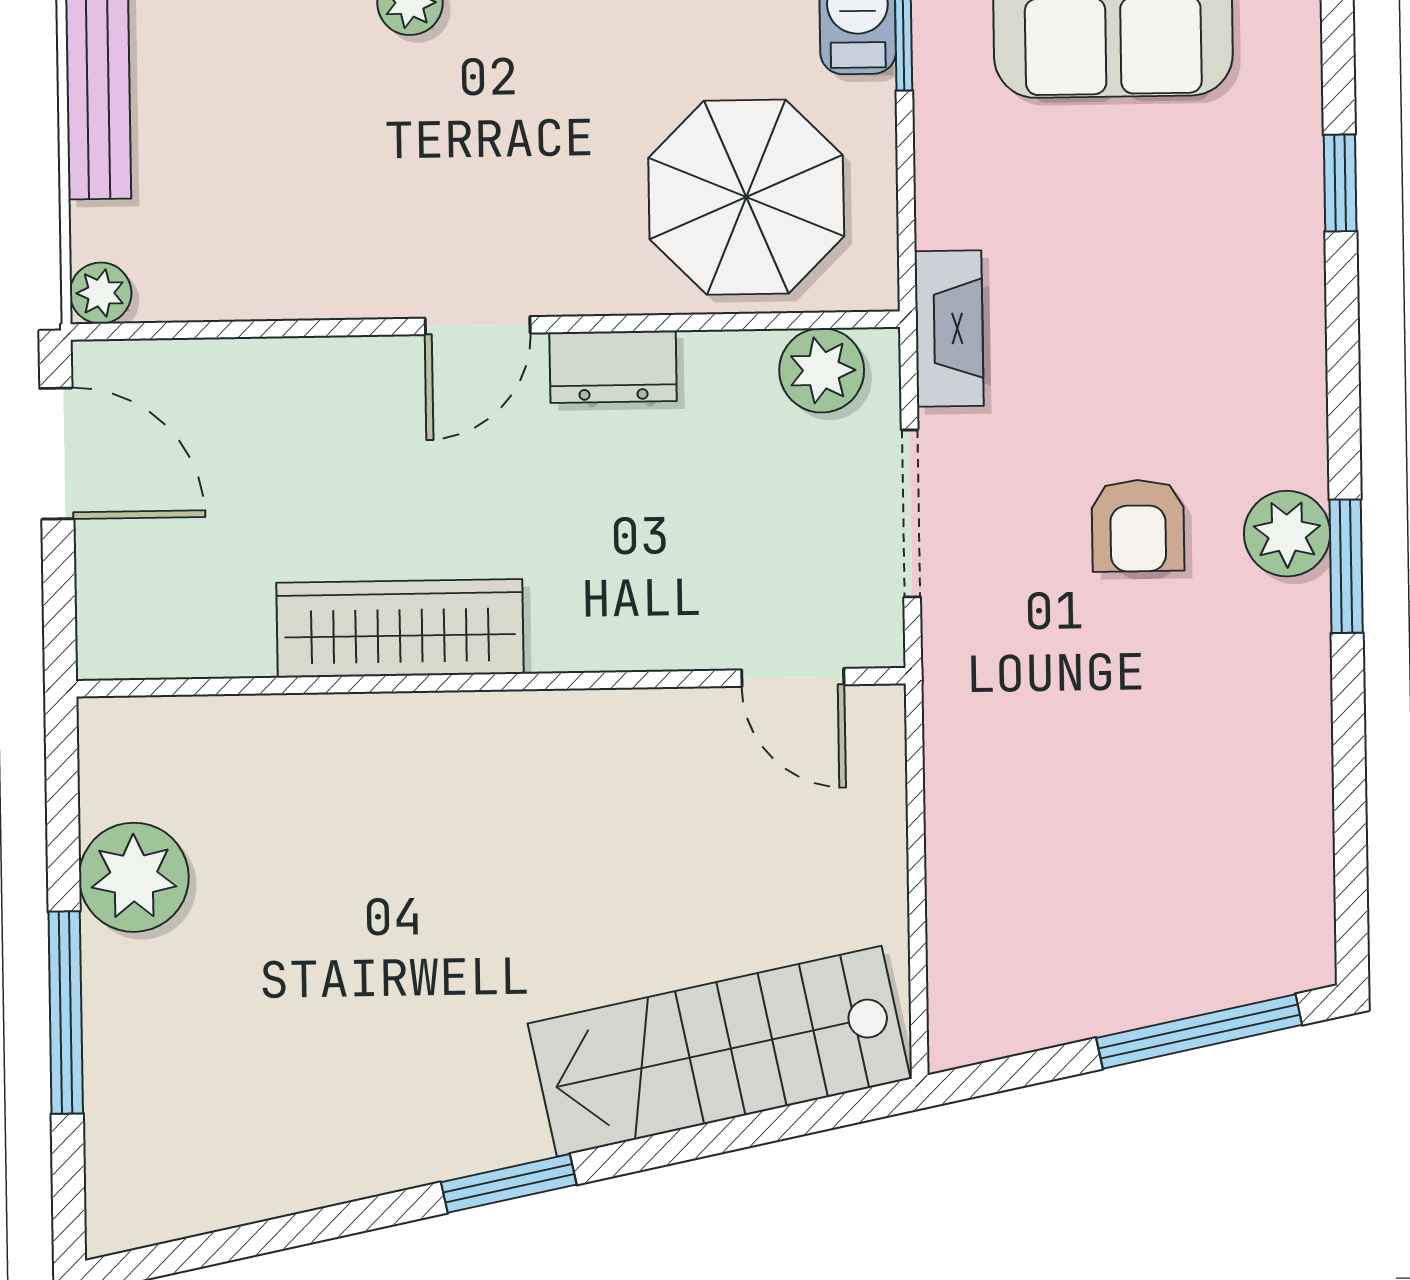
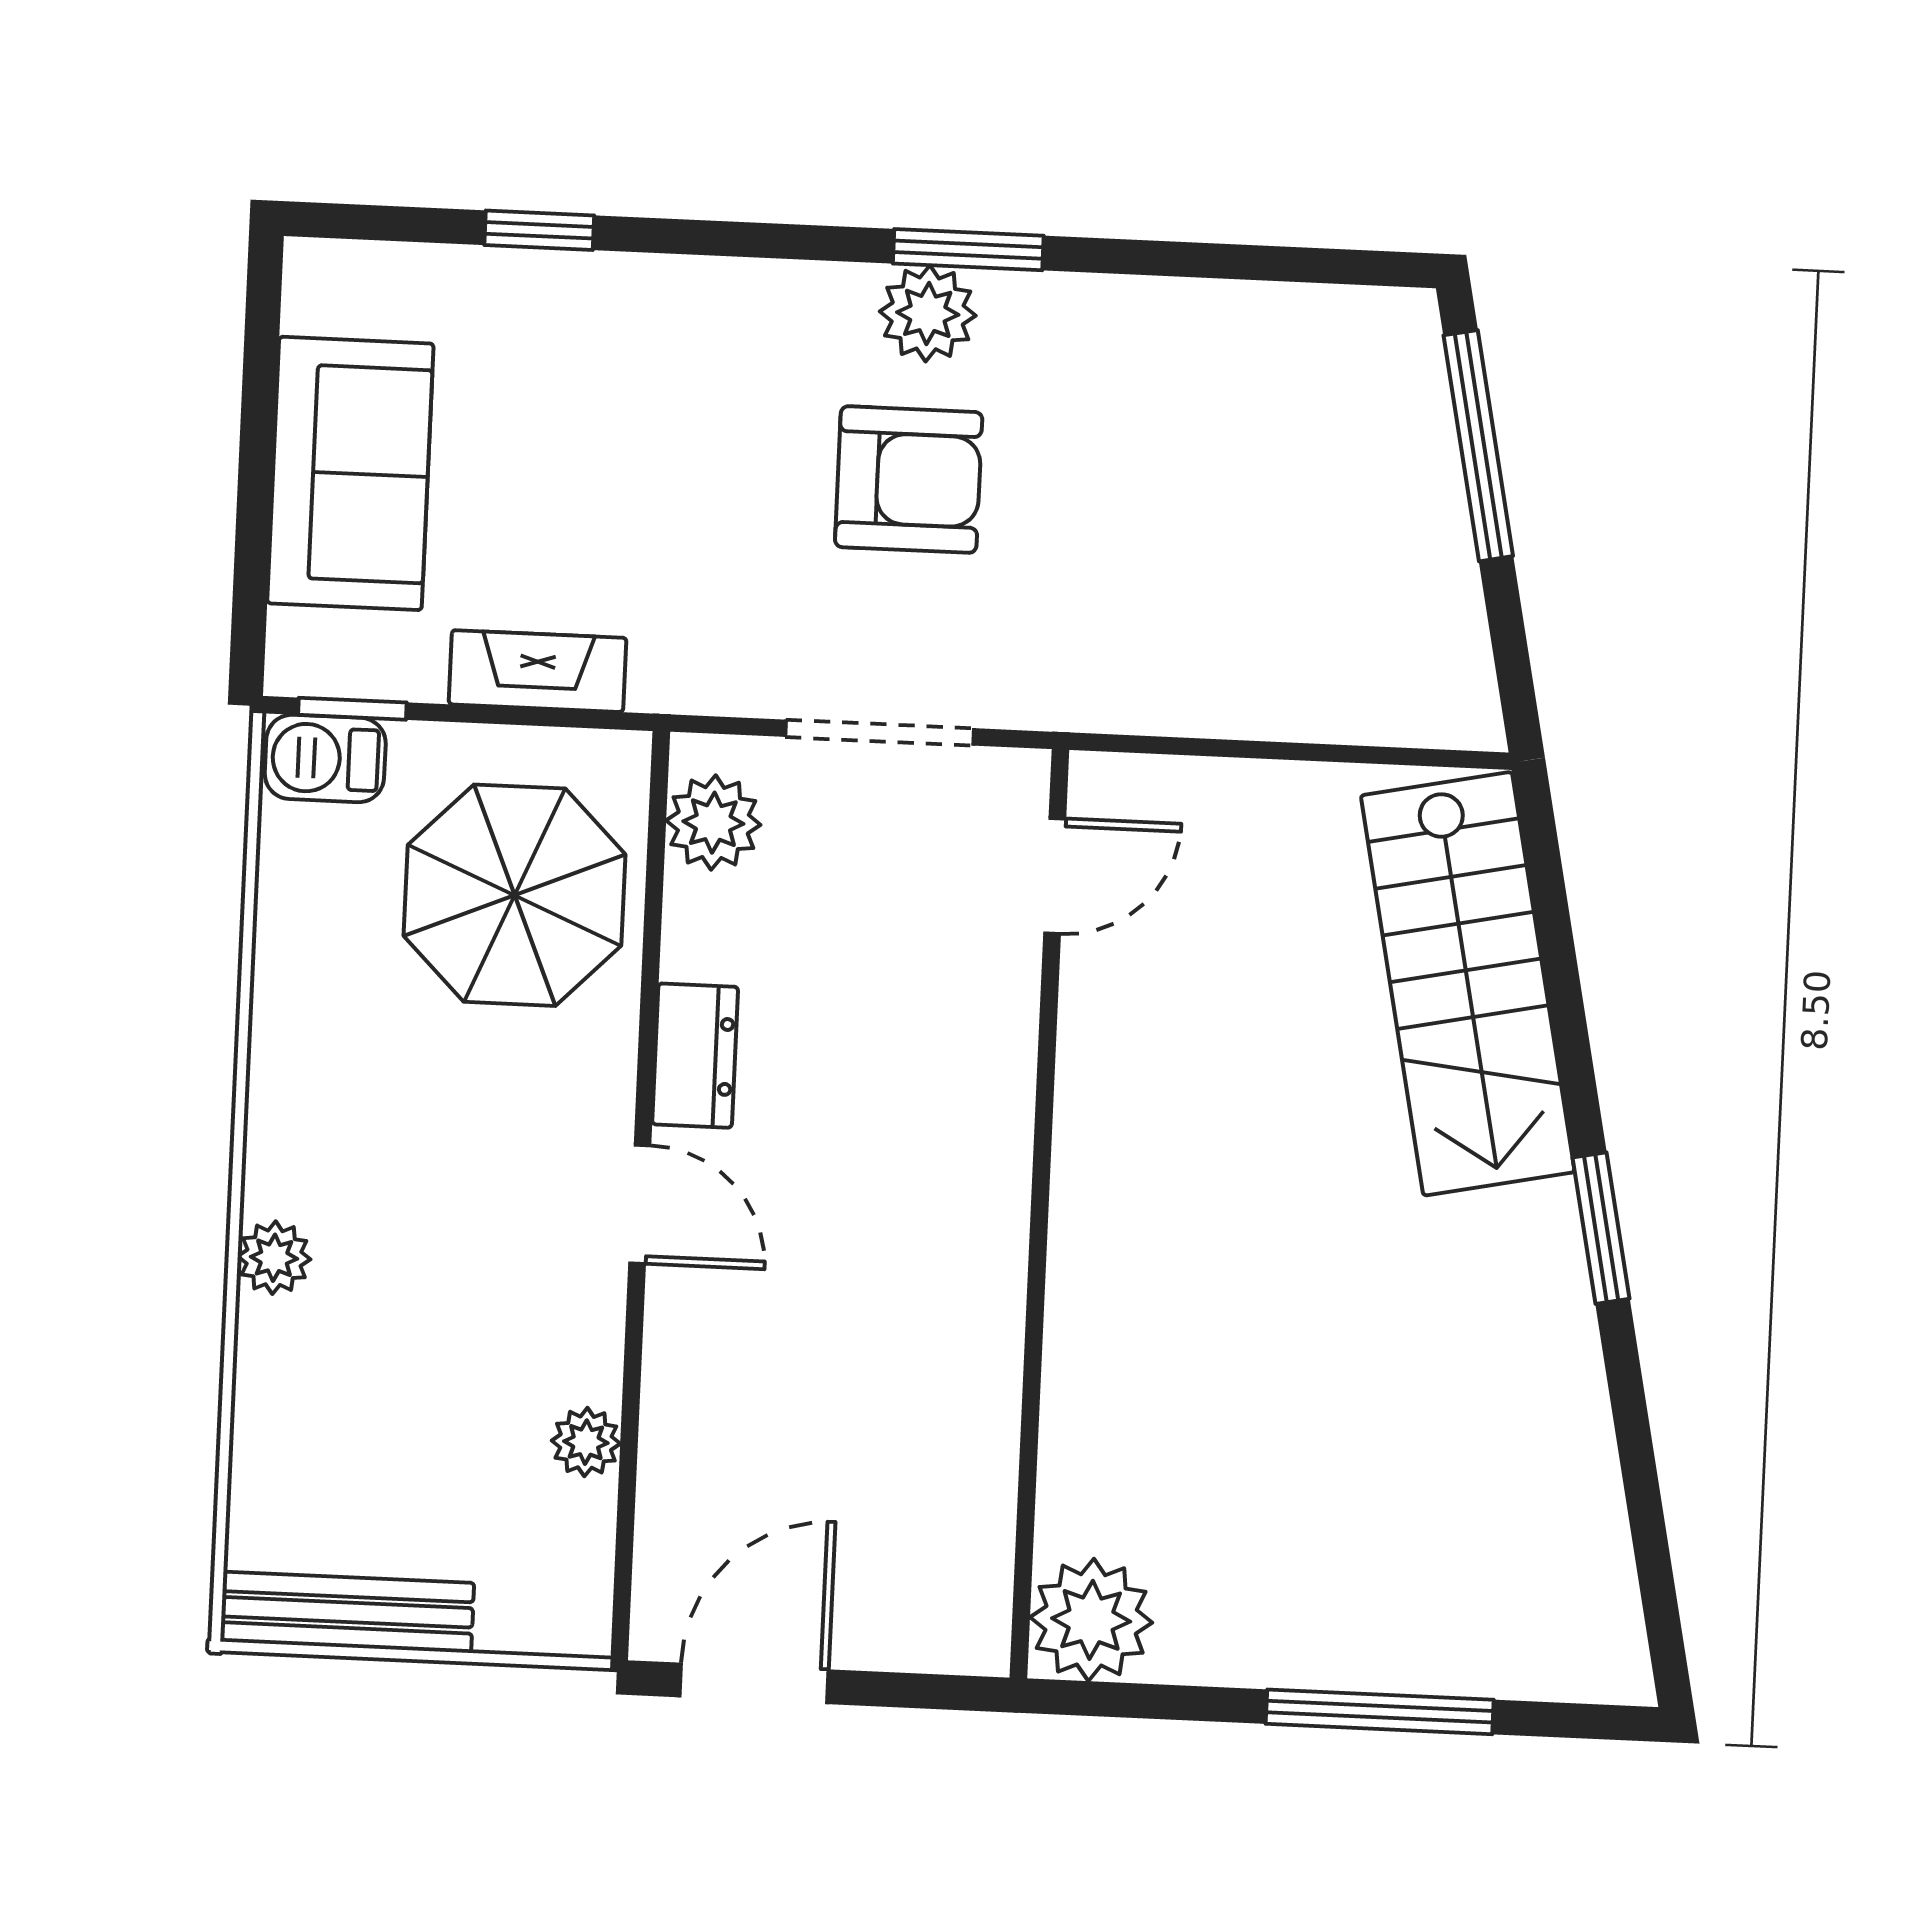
plant: (101, 293) -> (586, 1442), moved
fireplace: (949, 329) -> (538, 671), moved
armchair: (1138, 526) -> (909, 480), width x1.38, depth x1.38
wardrobe: (400, 628) -> (973, 1312), removed
plant: (134, 877) -> (1091, 1620), moved

